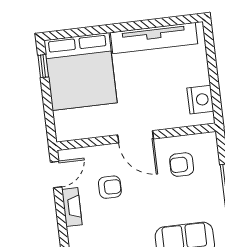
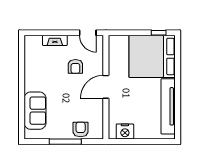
armchair: (182, 165) -> (81, 129), moved
fireplace: (72, 207) -> (55, 40), moved

